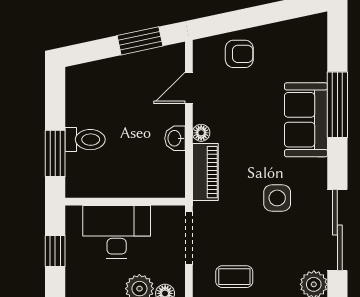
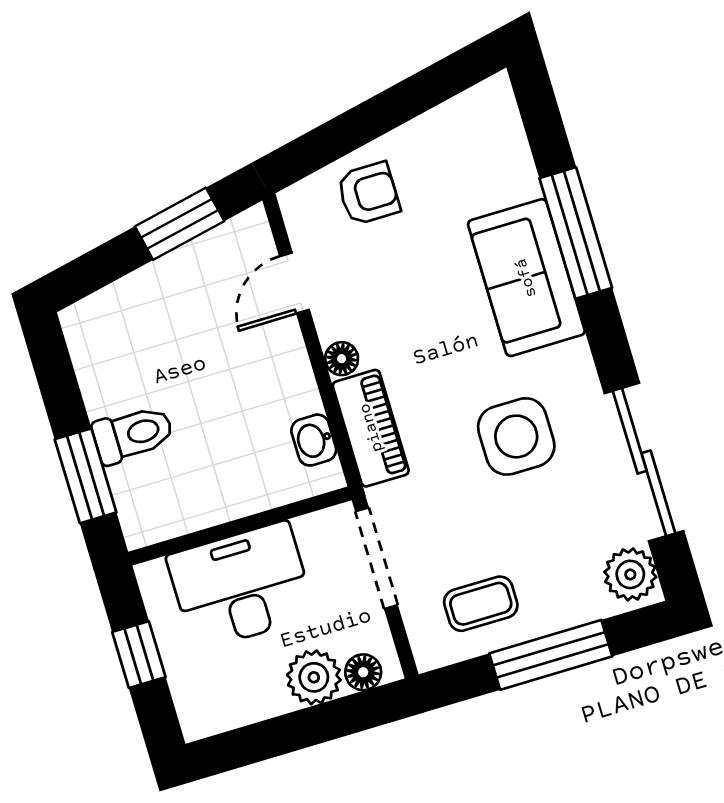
washbasin: (175, 138) -> (314, 440), moved
side table: (277, 198) -> (516, 436), width x1.37, depth x1.37

